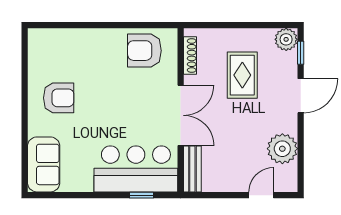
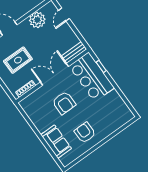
armchair: (144, 51) -> (64, 103), moved
sofa: (44, 164) -> (56, 142), moved, turned 90
door: (261, 195) -> (64, 15), hinge flipped

